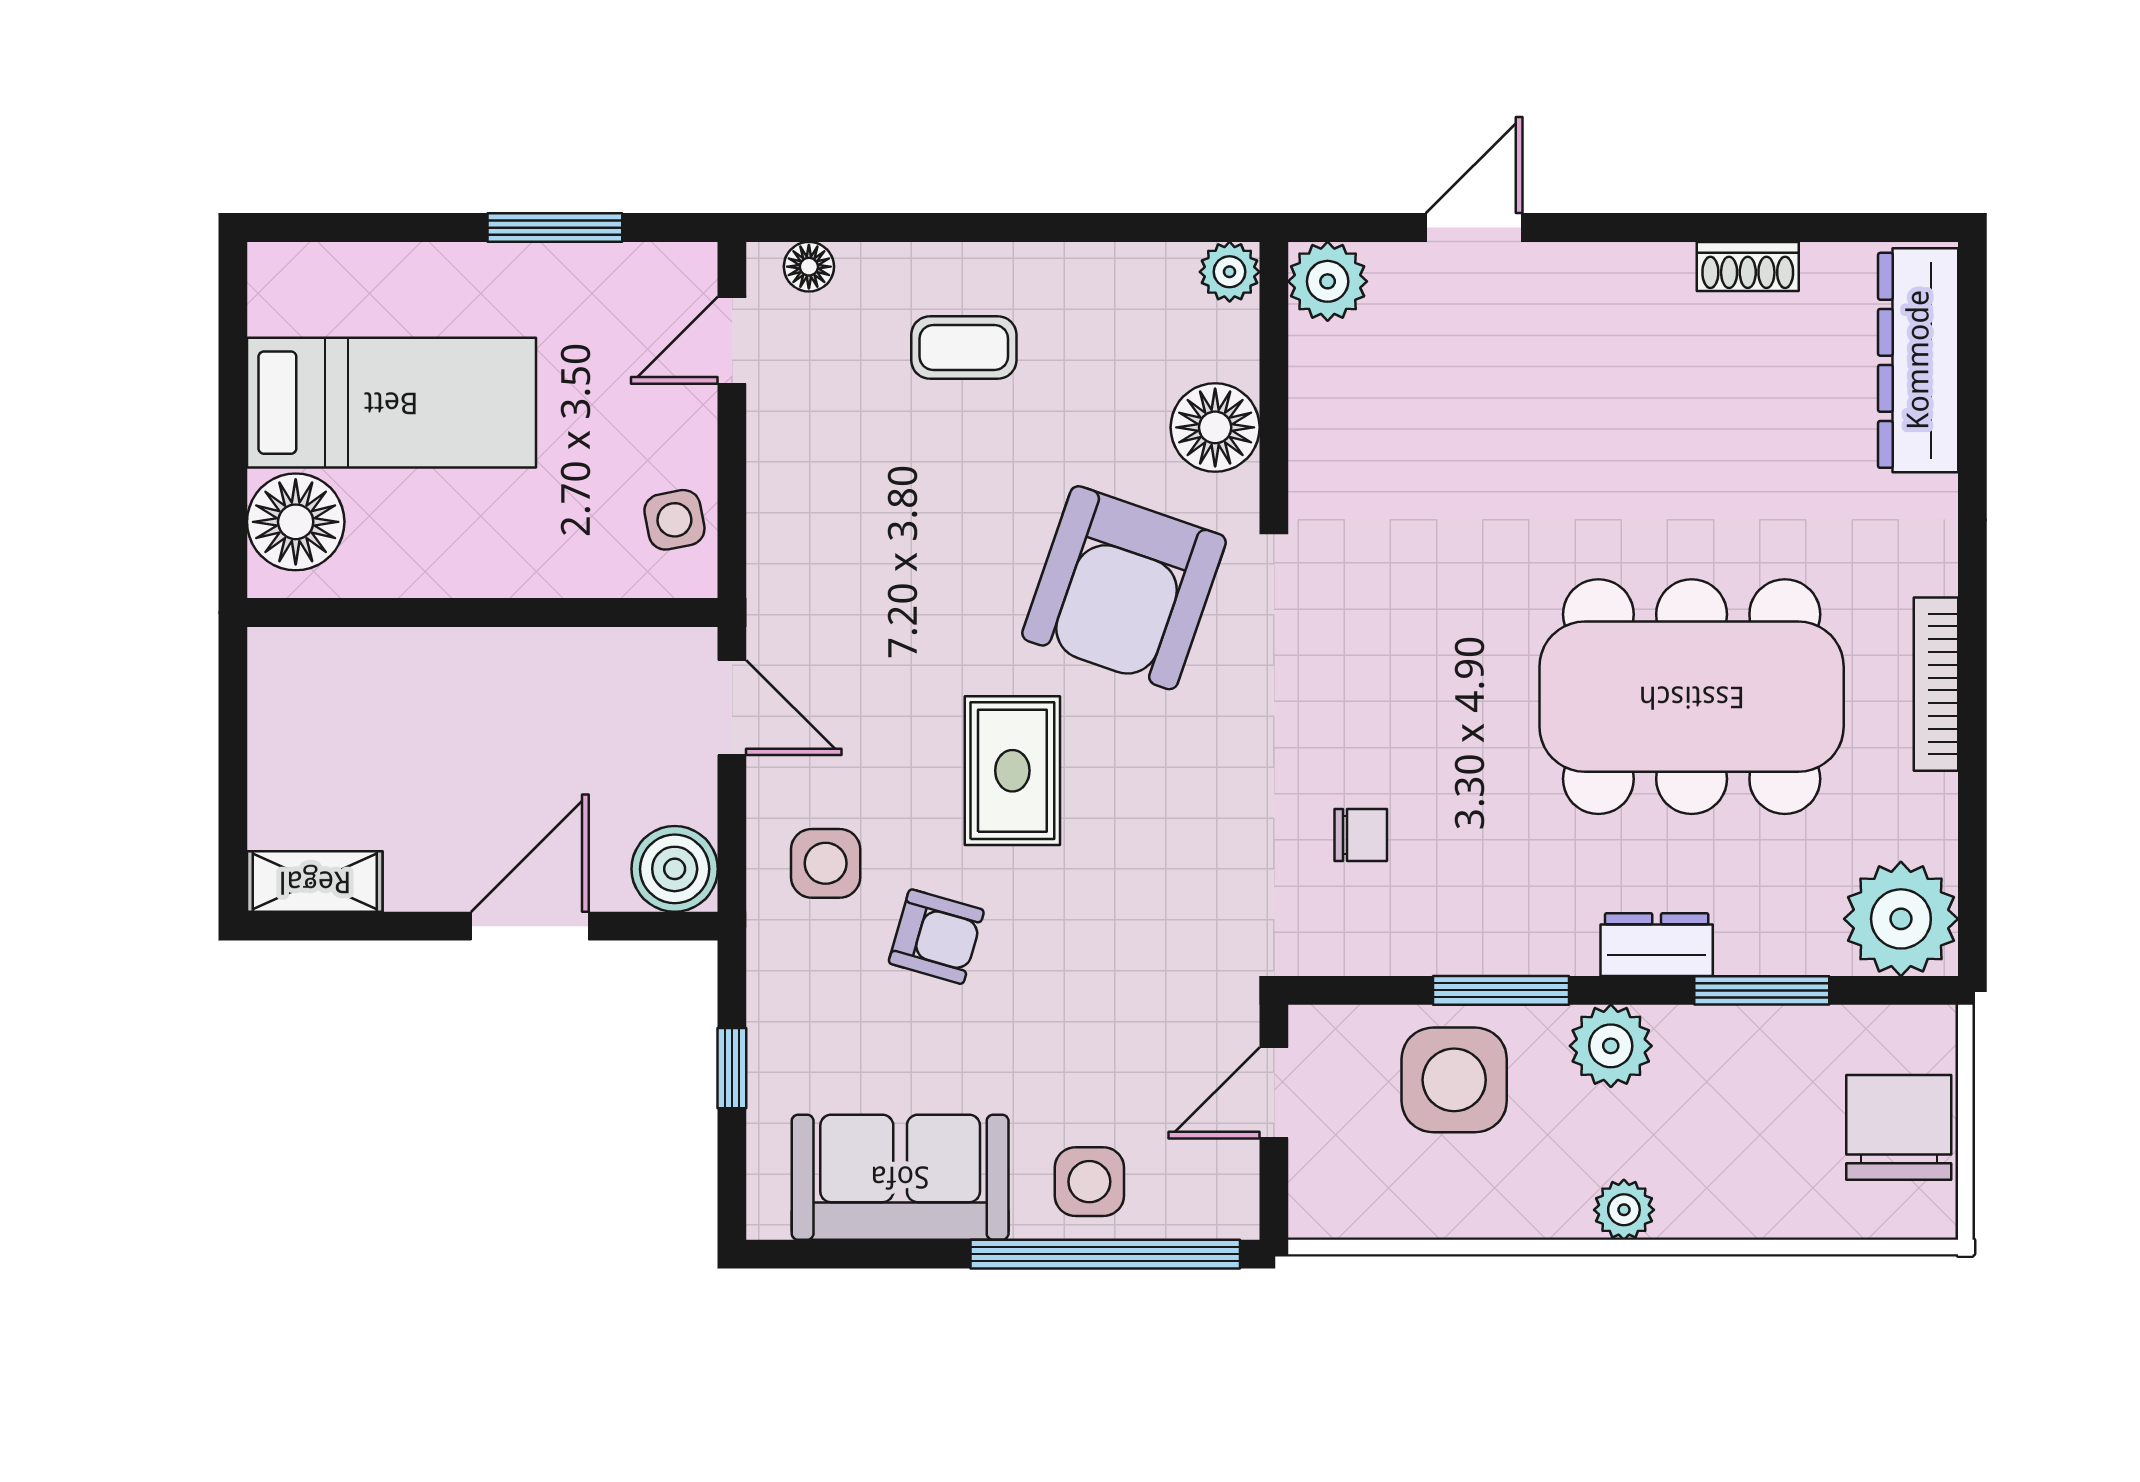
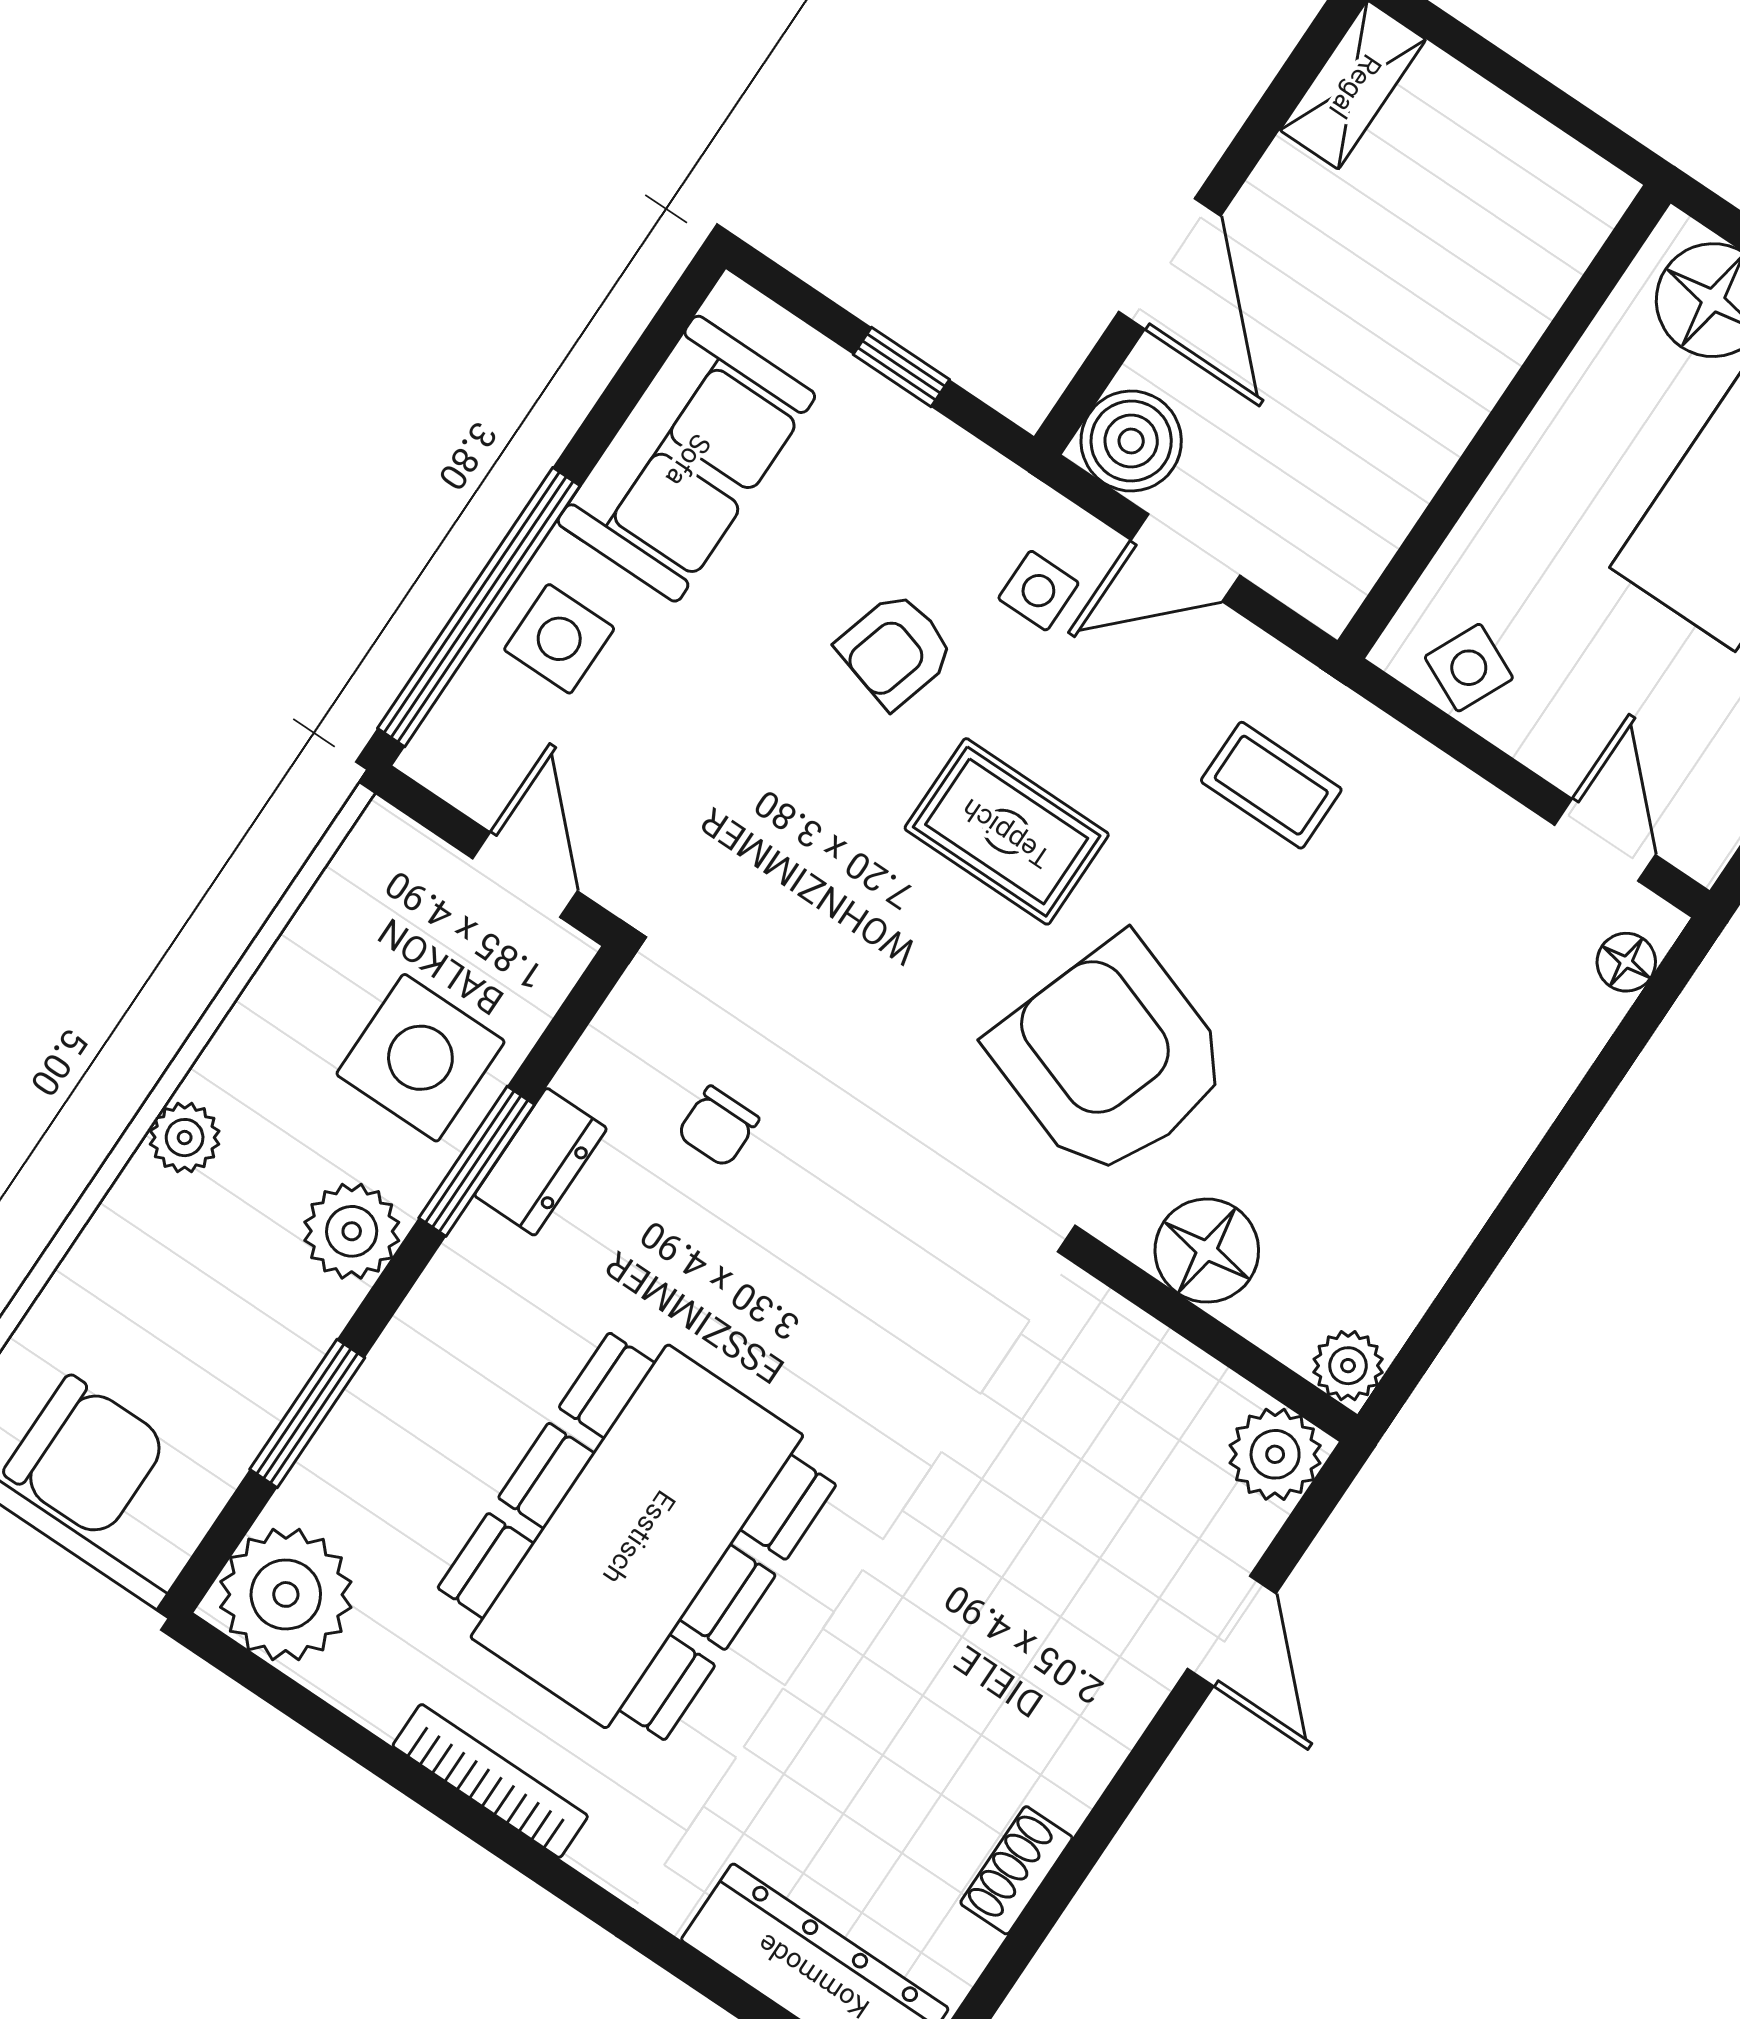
coffee table: (964, 348) -> (1271, 785), moved, turned 90
side table: (674, 520) -> (1469, 668), turned 36
door: (732, 708) -> (1185, 558), moved
side table: (826, 863) -> (1038, 591), width x0.73, depth x0.73
dresser: (1657, 945) -> (541, 1162), moved

